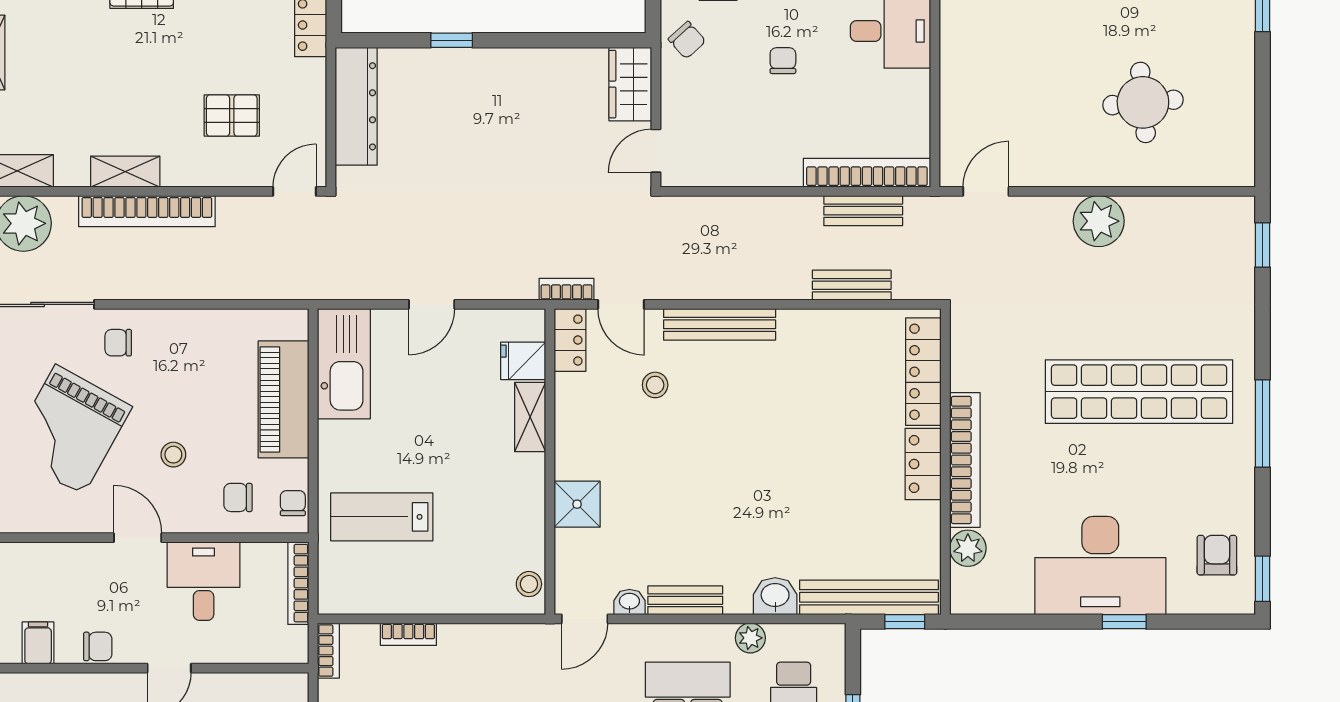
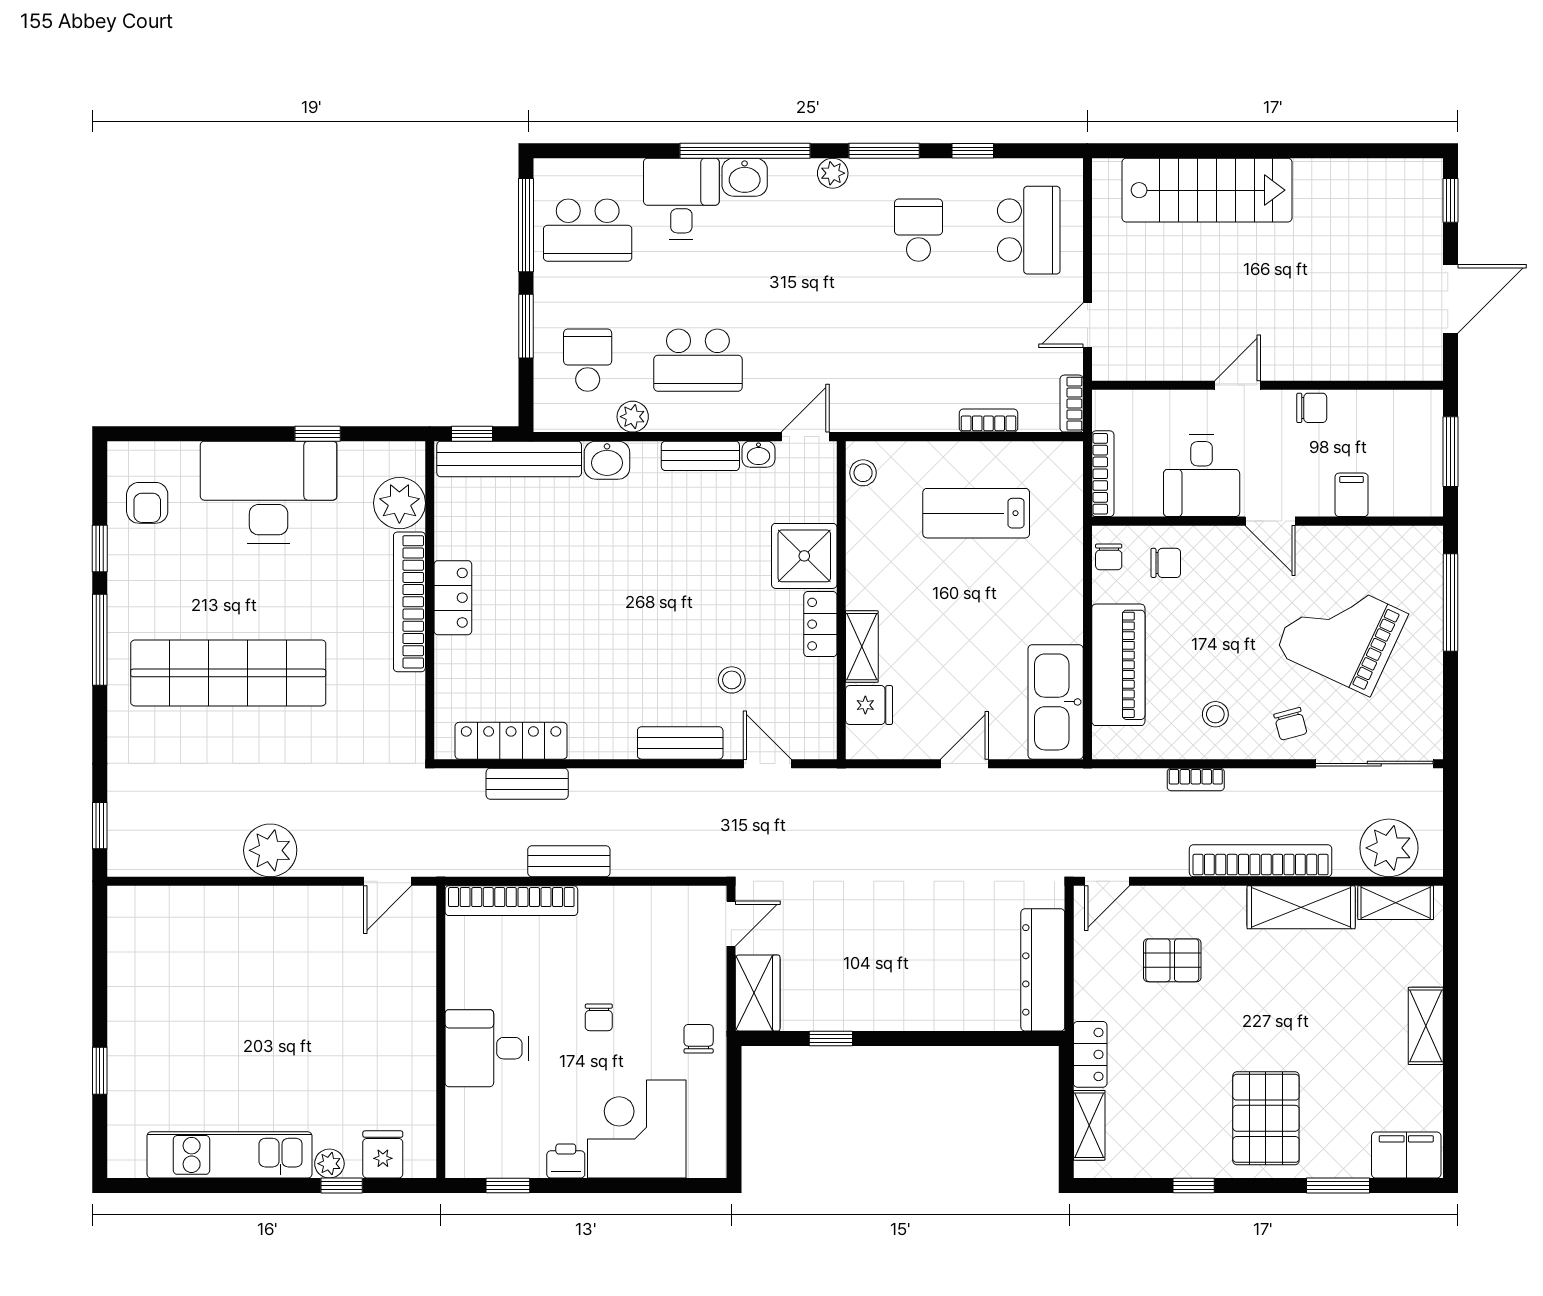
window: (452, 40) -> (831, 1039), moved
chair: (687, 40) -> (699, 1039), turned 42
round table: (1143, 102) -> (224, 974), removed
shelving: (125, 172) -> (1301, 907), width x1.50, depth x1.33
bench: (863, 211) -> (569, 861), moved
bookcase: (566, 289) -> (1196, 779), moved
bench: (720, 324) -> (680, 743), width x0.73
locker: (570, 340) -> (820, 624), moved
chair: (118, 343) -> (1290, 724), turned 75
locker: (923, 372) -> (511, 741), moved, turned -90
grand piano: (69, 430) -> (1341, 633), turned -94
stool: (173, 455) -> (1215, 714), moved
shower: (577, 504) -> (804, 556), width x1.36, depth x1.36
lab bench: (382, 517) -> (976, 513), moved, turned 180
plant: (968, 548) -> (399, 503), width x1.36, depth x1.36
window: (1263, 579) -> (100, 549), moved
window: (1124, 622) -> (318, 434), moved
filing cabinet: (38, 643) -> (1352, 495), moved, turned 180
chair: (98, 646) -> (1312, 408), turned 180

